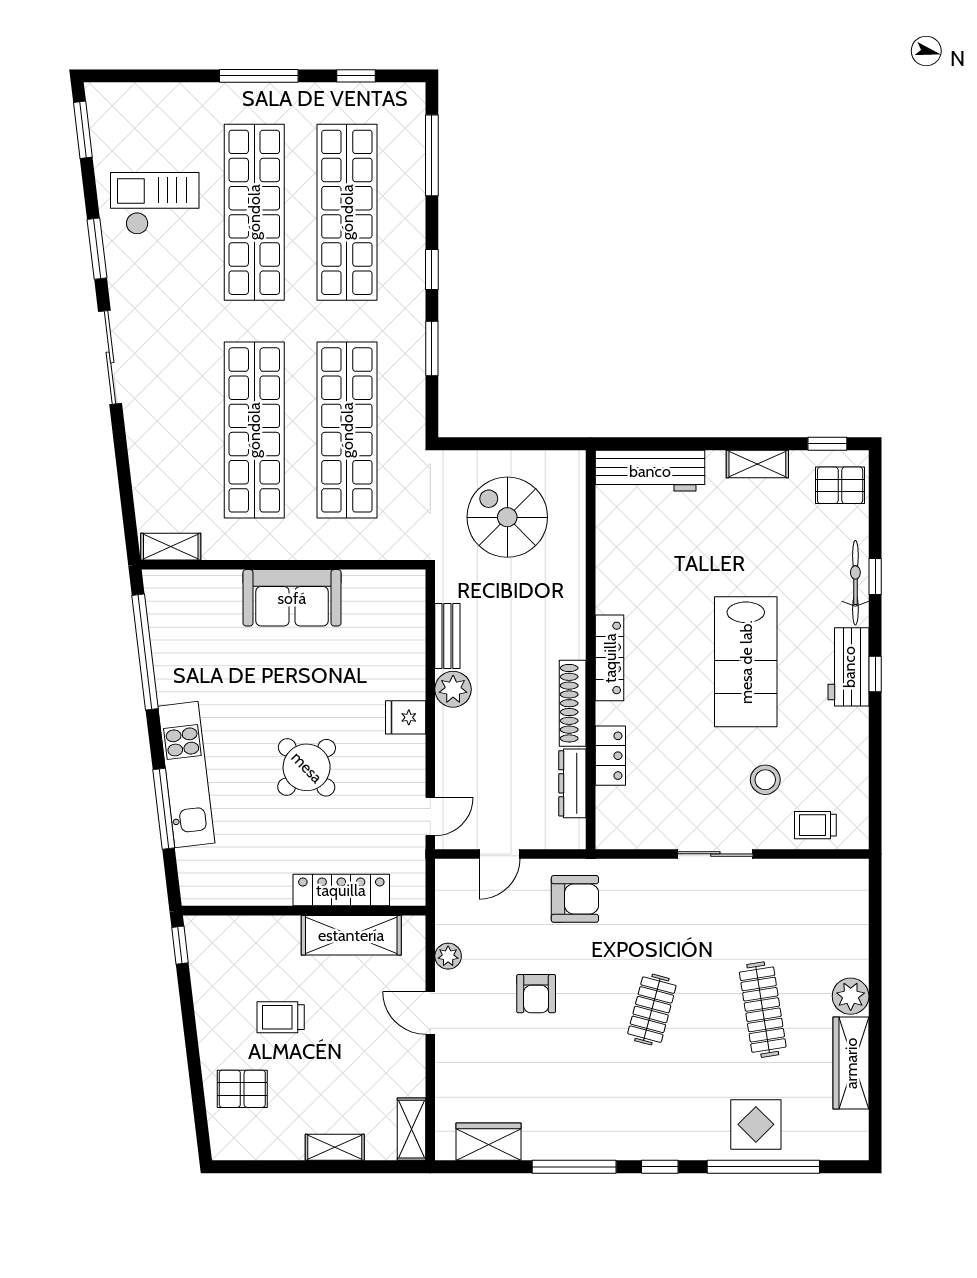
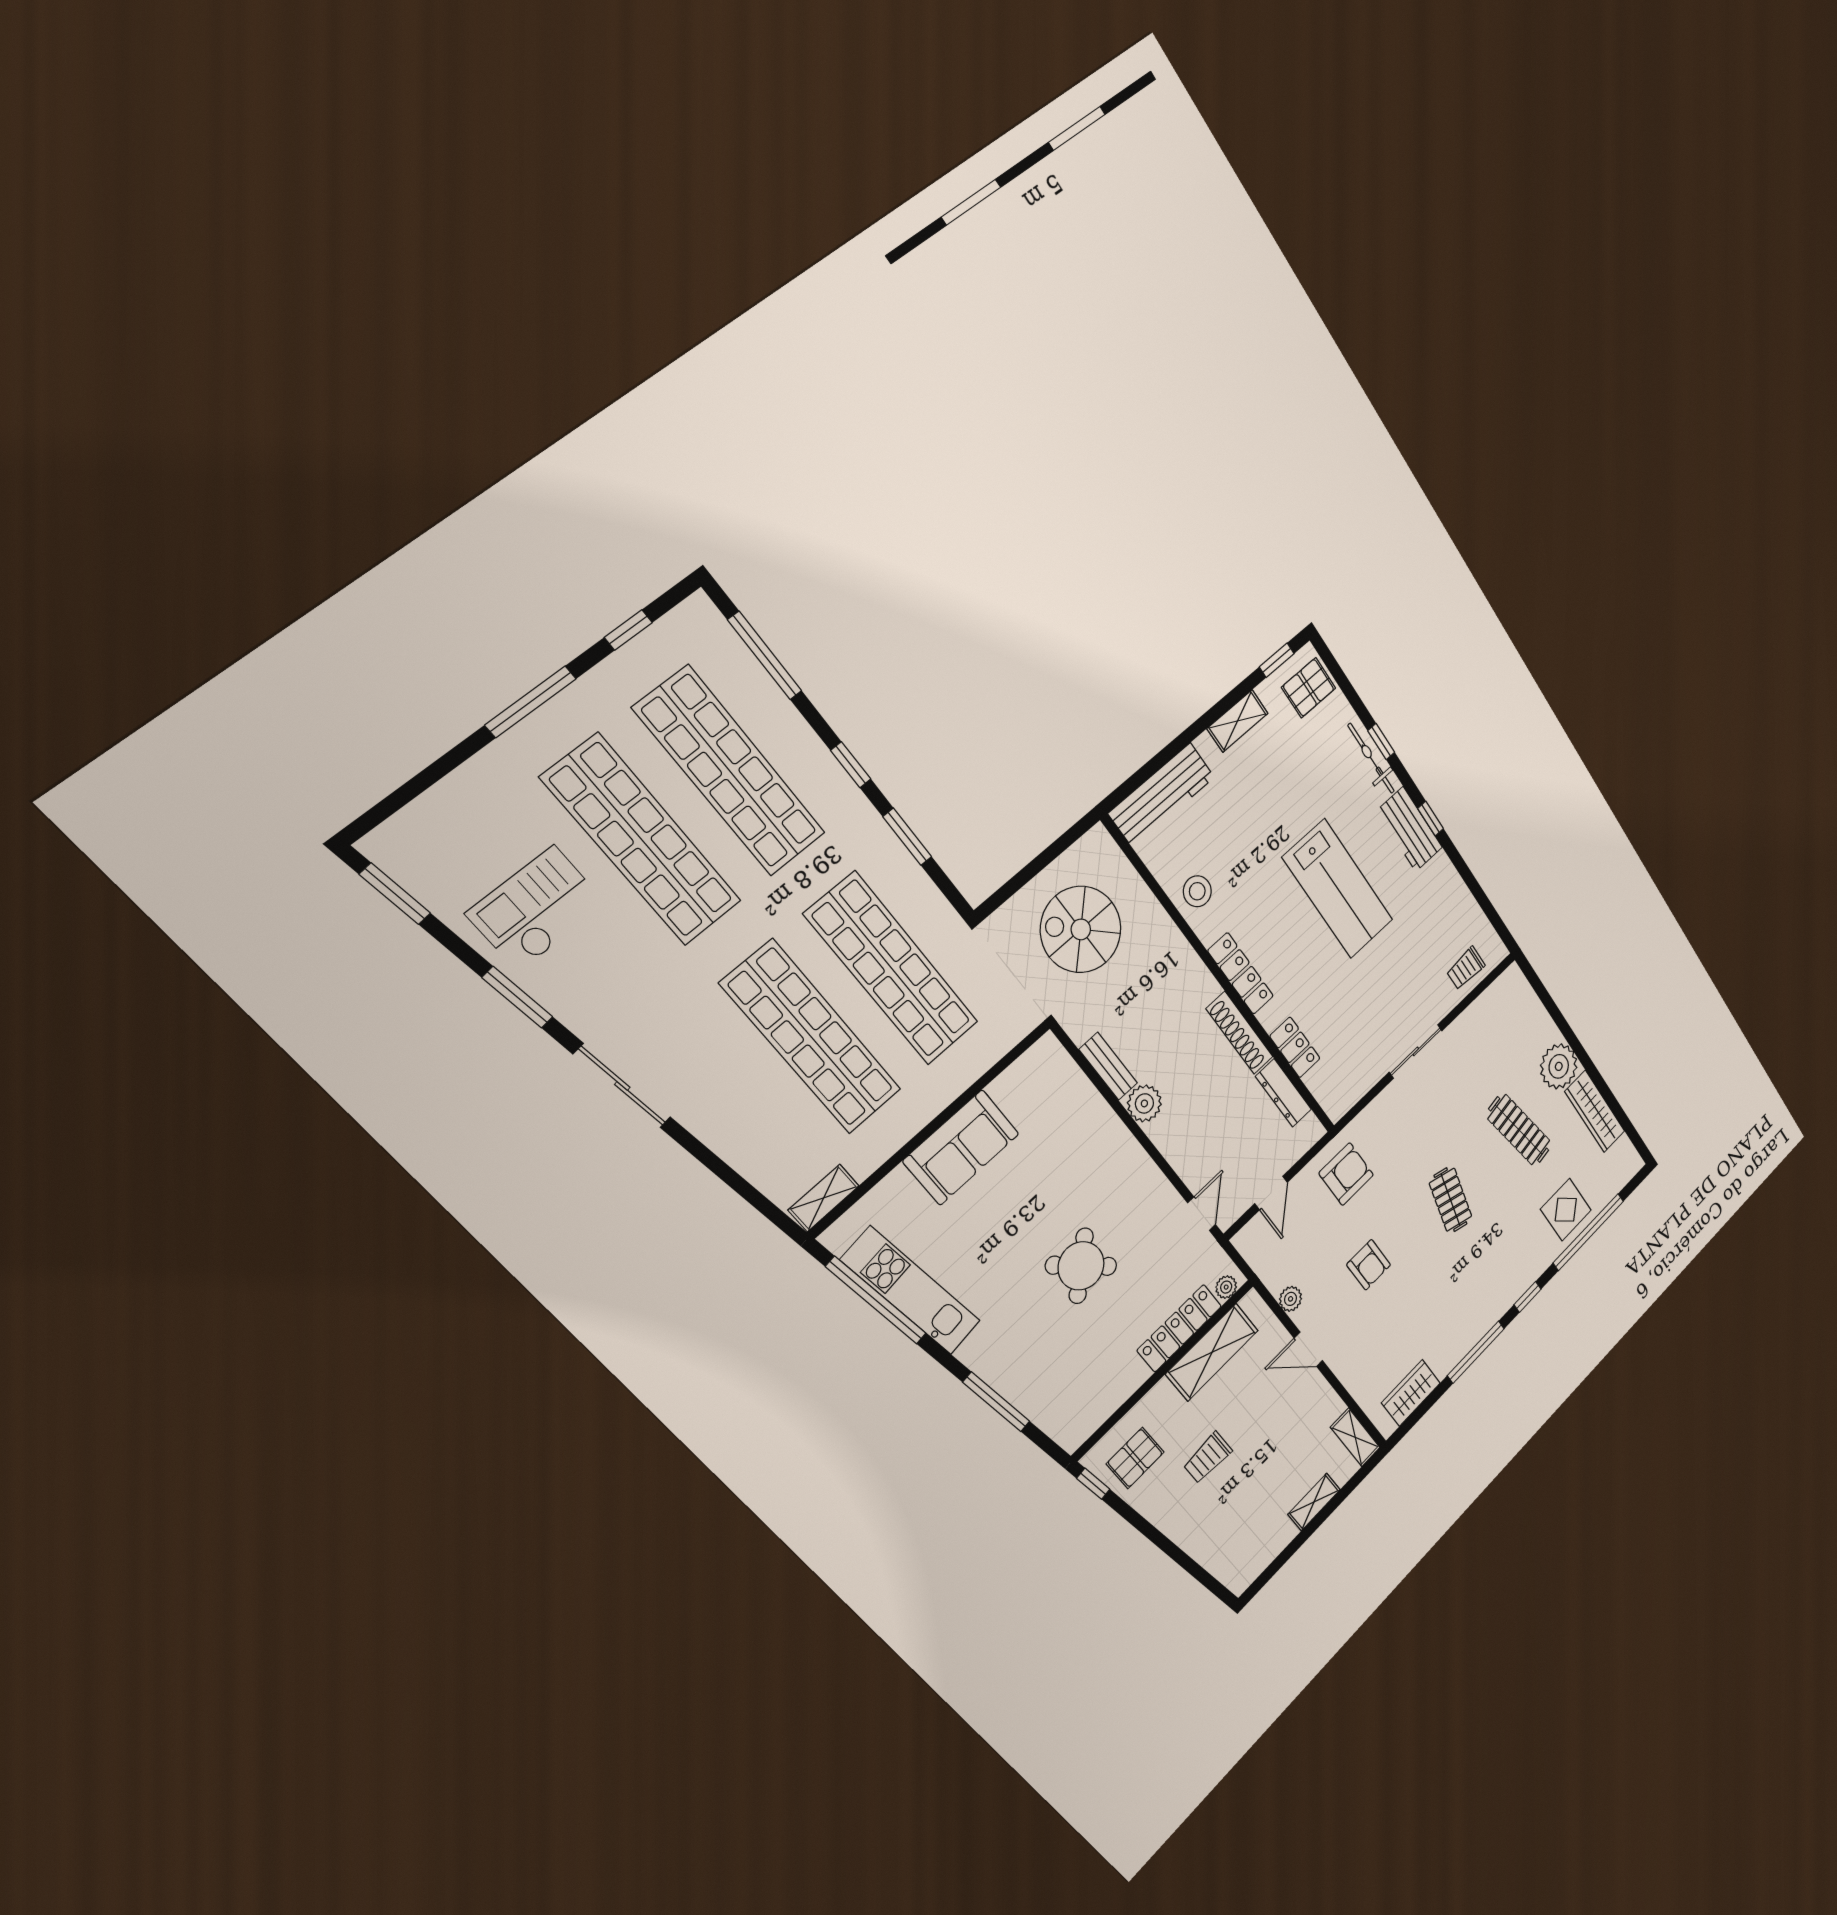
fridge: (406, 717) -> (1126, 1158), removed
kitchen unit: (186, 775) -> (911, 1291), moved
stool: (765, 780) -> (1197, 891), moved
plant: (404, 894) -> (1226, 1287), added
plant: (851, 996) -> (1559, 1066), width x1.36, depth x1.36
pallet: (242, 1089) -> (1135, 1458), moved

